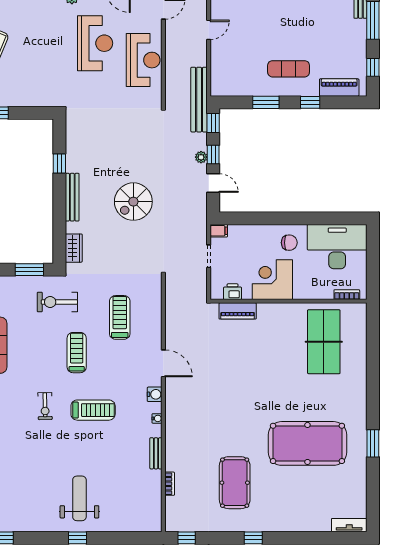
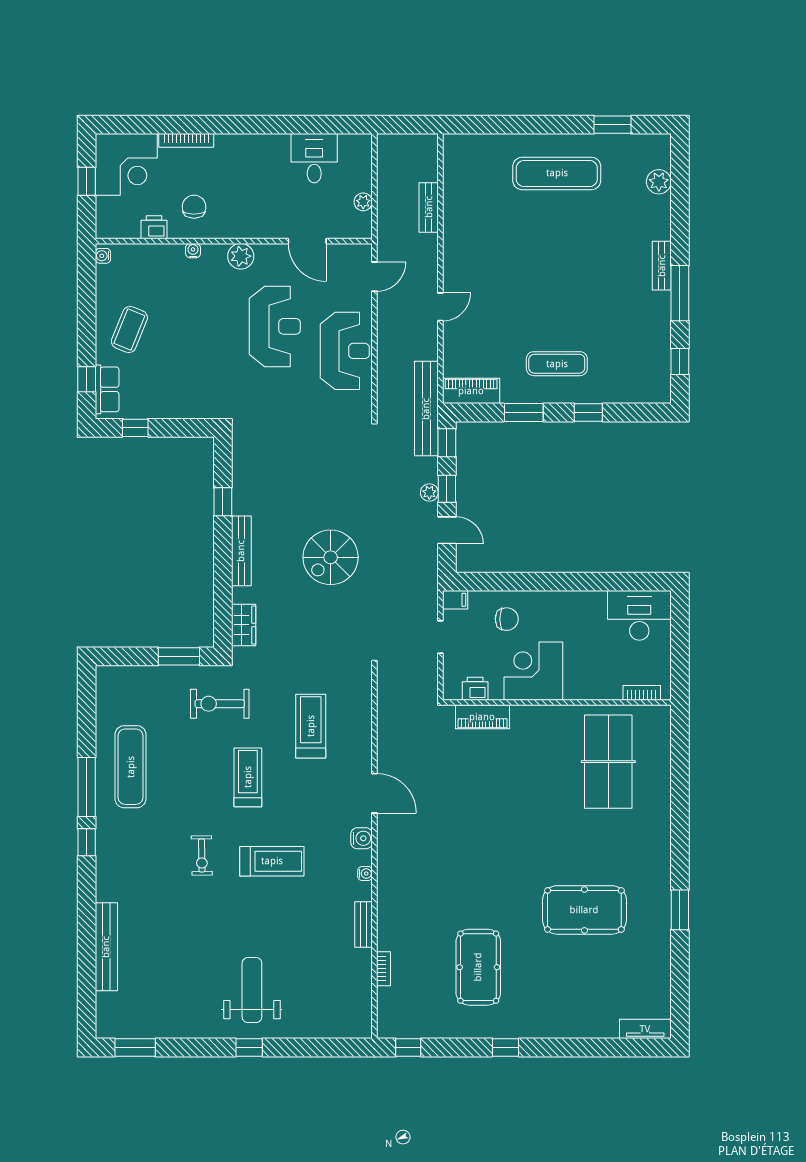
piano: (339, 88) -> (471, 391), moved
chair: (289, 243) -> (507, 619), moved
desk: (337, 247) -> (639, 615), width x0.73, depth x0.77
pool table: (307, 443) -> (584, 910), width x0.73, depth x0.76

